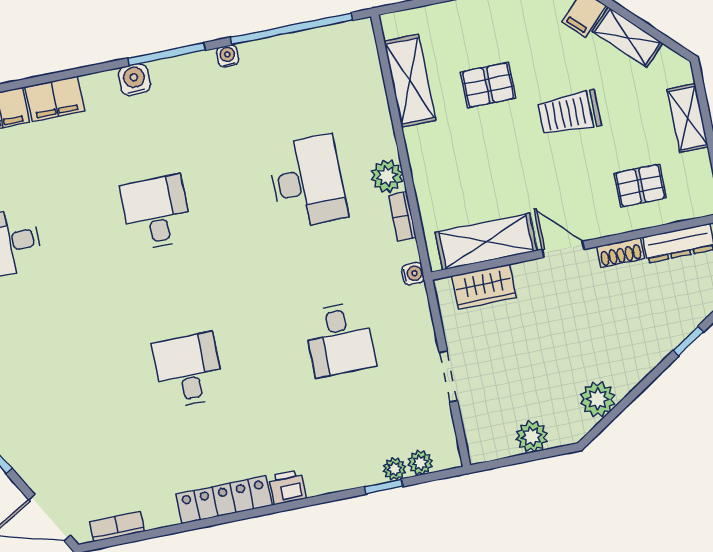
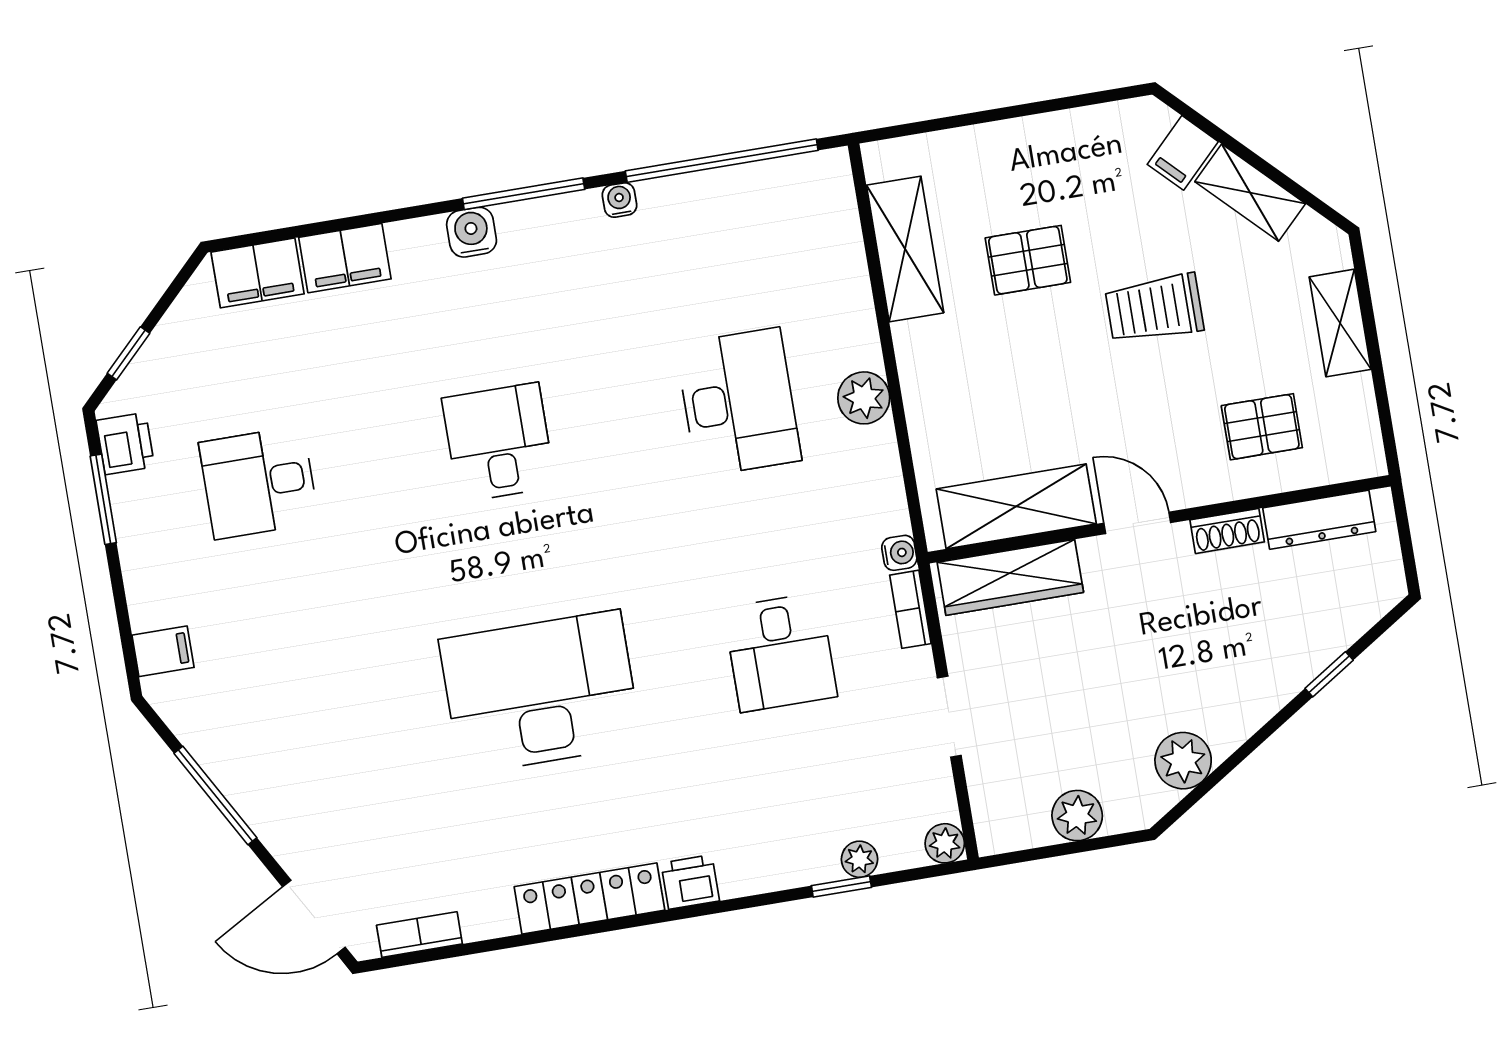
bookcase: (402, 216) -> (910, 609), moved
wardrobe: (484, 287) -> (1010, 577), width x1.50
desk: (188, 370) -> (540, 692), width x1.87, depth x1.30
plant: (420, 463) -> (945, 843), moved

